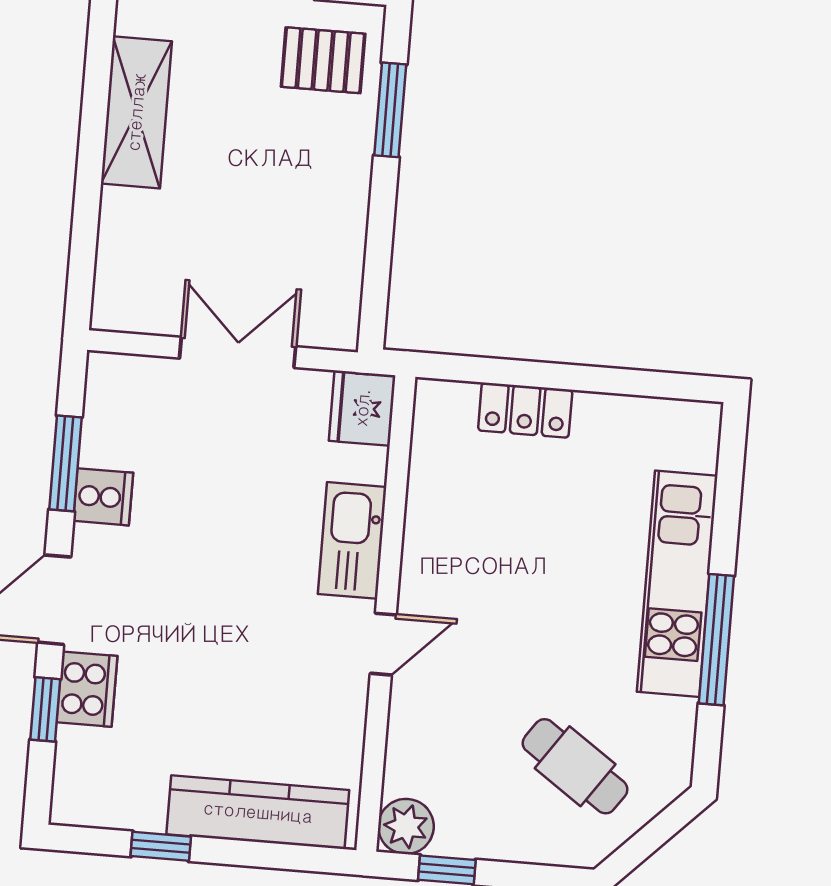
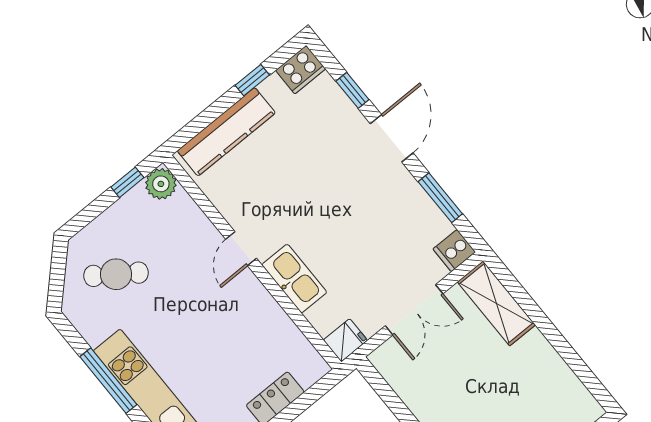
shelving: (136, 112) -> (496, 303), moved
fridge: (362, 408) -> (345, 340), width x0.72
cooker: (103, 497) -> (454, 251), moved
cooker: (87, 689) -> (301, 70), moved, turned -90

